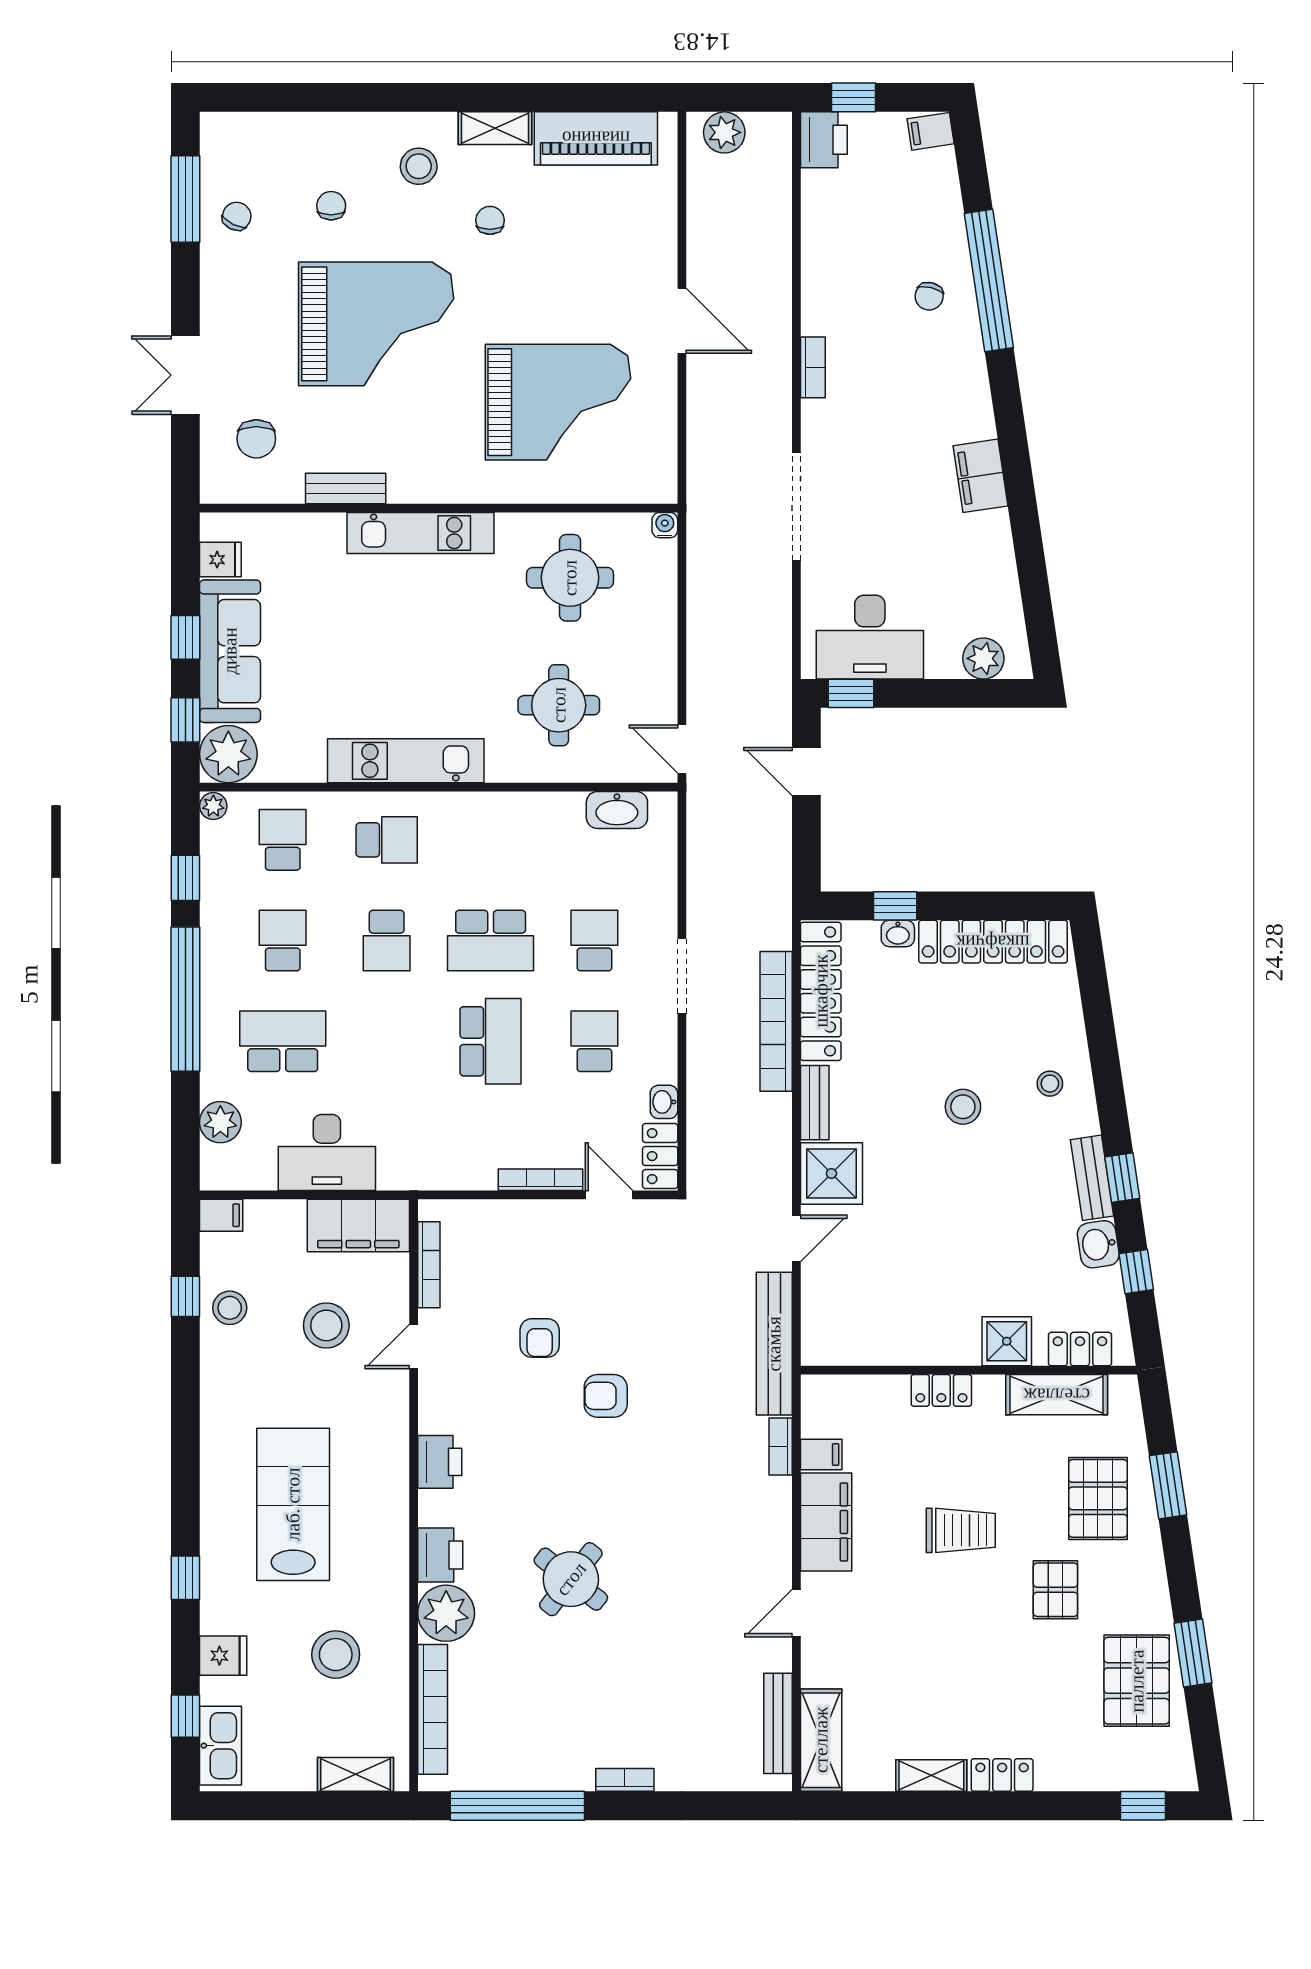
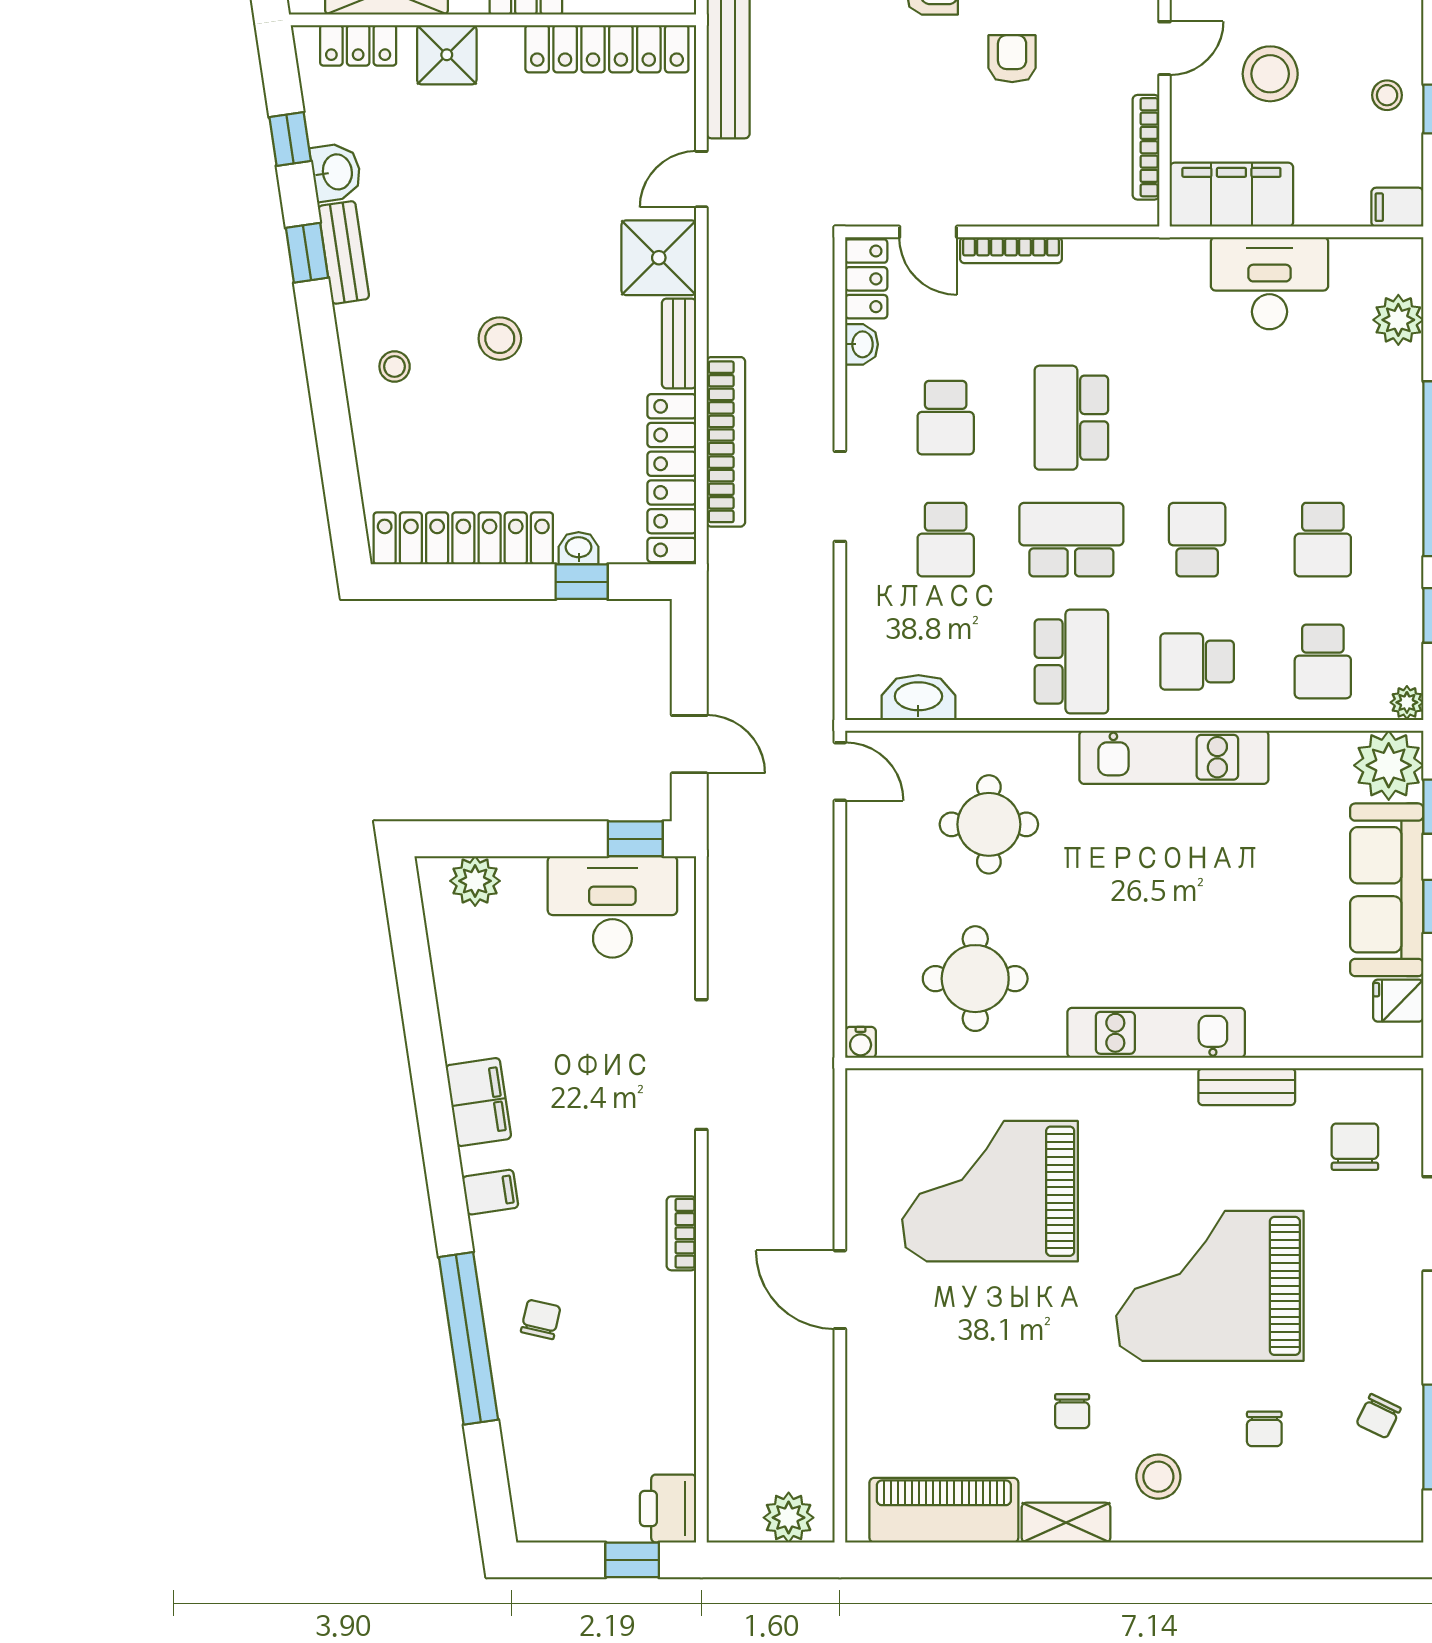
filing cabinet: (931, 131) -> (490, 1192), moved
school desk: (283, 1041) -> (1071, 661), moved, turned -90
stool: (230, 1308) -> (1387, 95), width x0.73, depth x0.73
locker: (874, 1346) -> (607, 49), added

